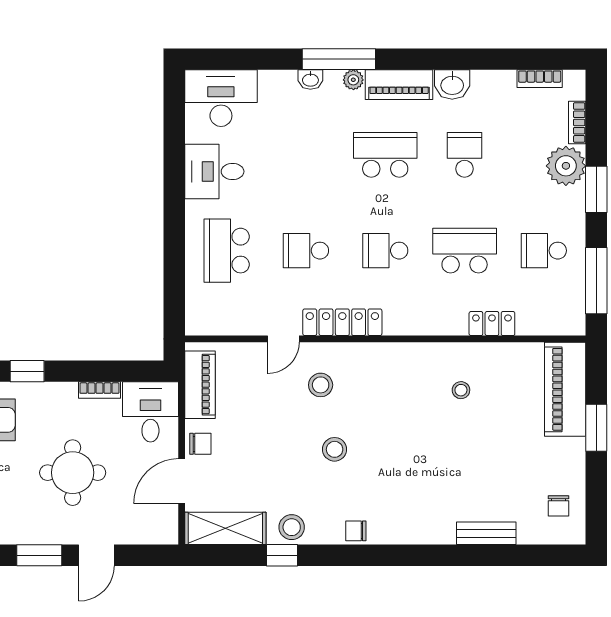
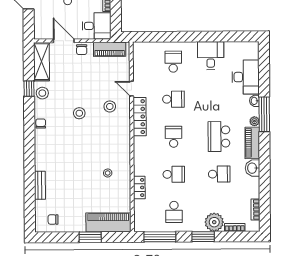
desk: (221, 98) -> (246, 77), moved
school desk: (385, 155) -> (219, 137), turned 180
school desk: (227, 251) -> (173, 62), width x0.54
school desk: (306, 251) -> (173, 99), turned 90
school desk: (465, 251) -> (174, 174), width x0.54
school desk: (544, 251) -> (174, 212), turned 180

